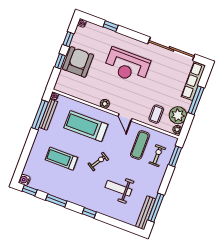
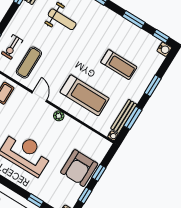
window: (40, 115) -> (133, 118), width x0.69
window: (28, 146) -> (153, 86), added
exercise bike: (98, 162) -> (79, 53), removed

